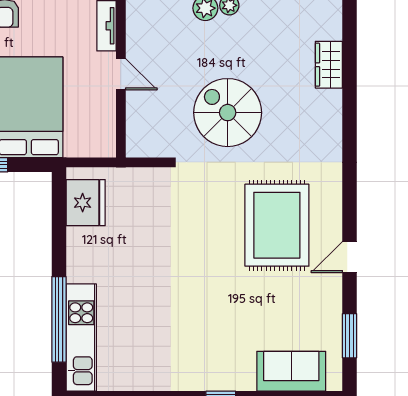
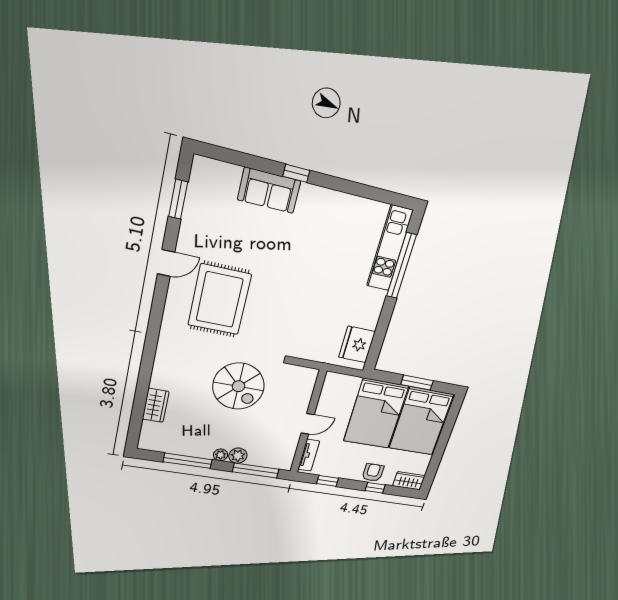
door: (121, 74) -> (308, 424), swing flipped
sofa: (291, 371) -> (269, 190), moved

